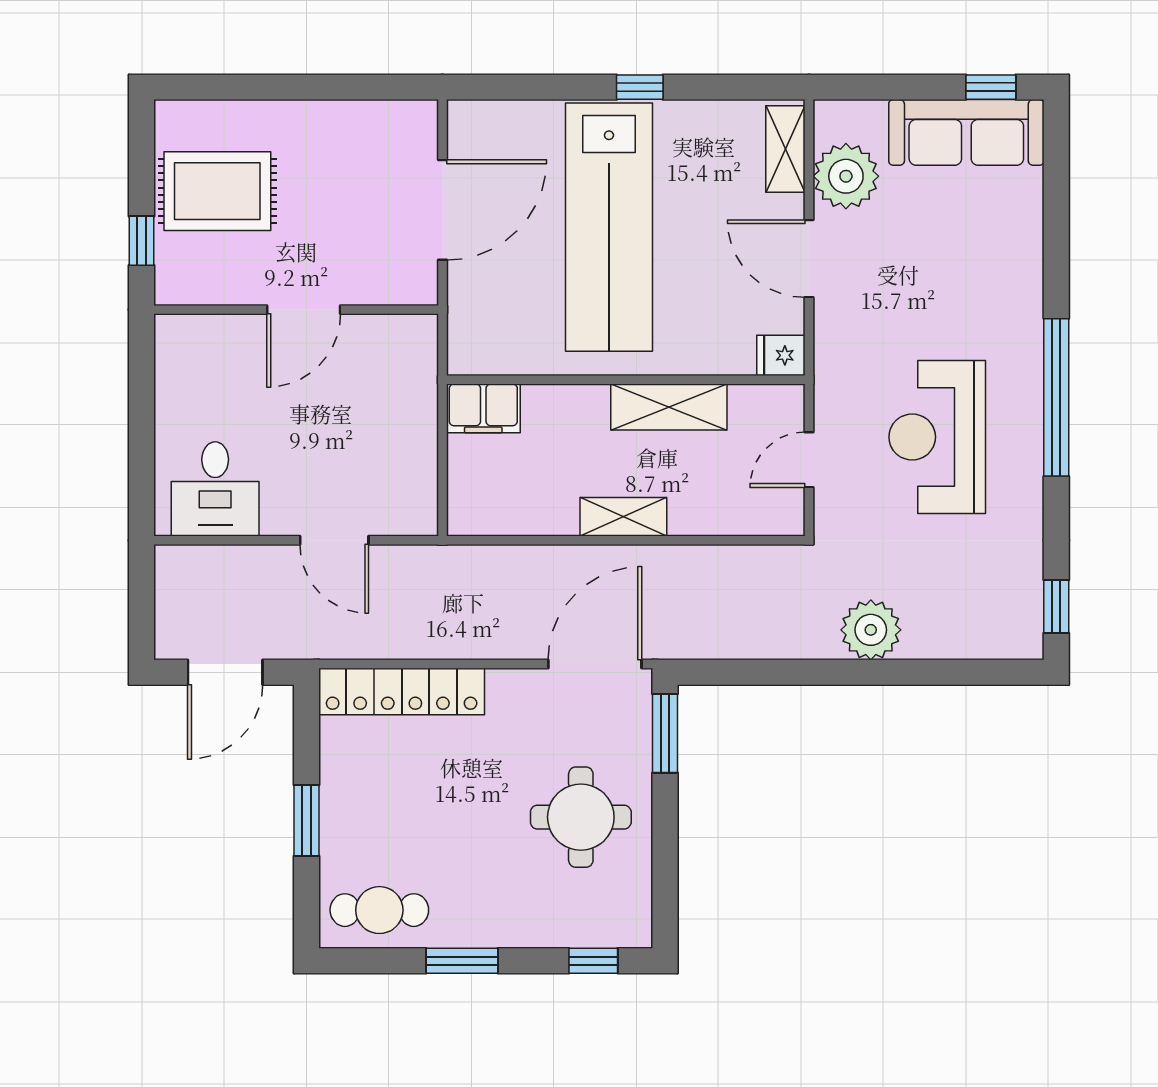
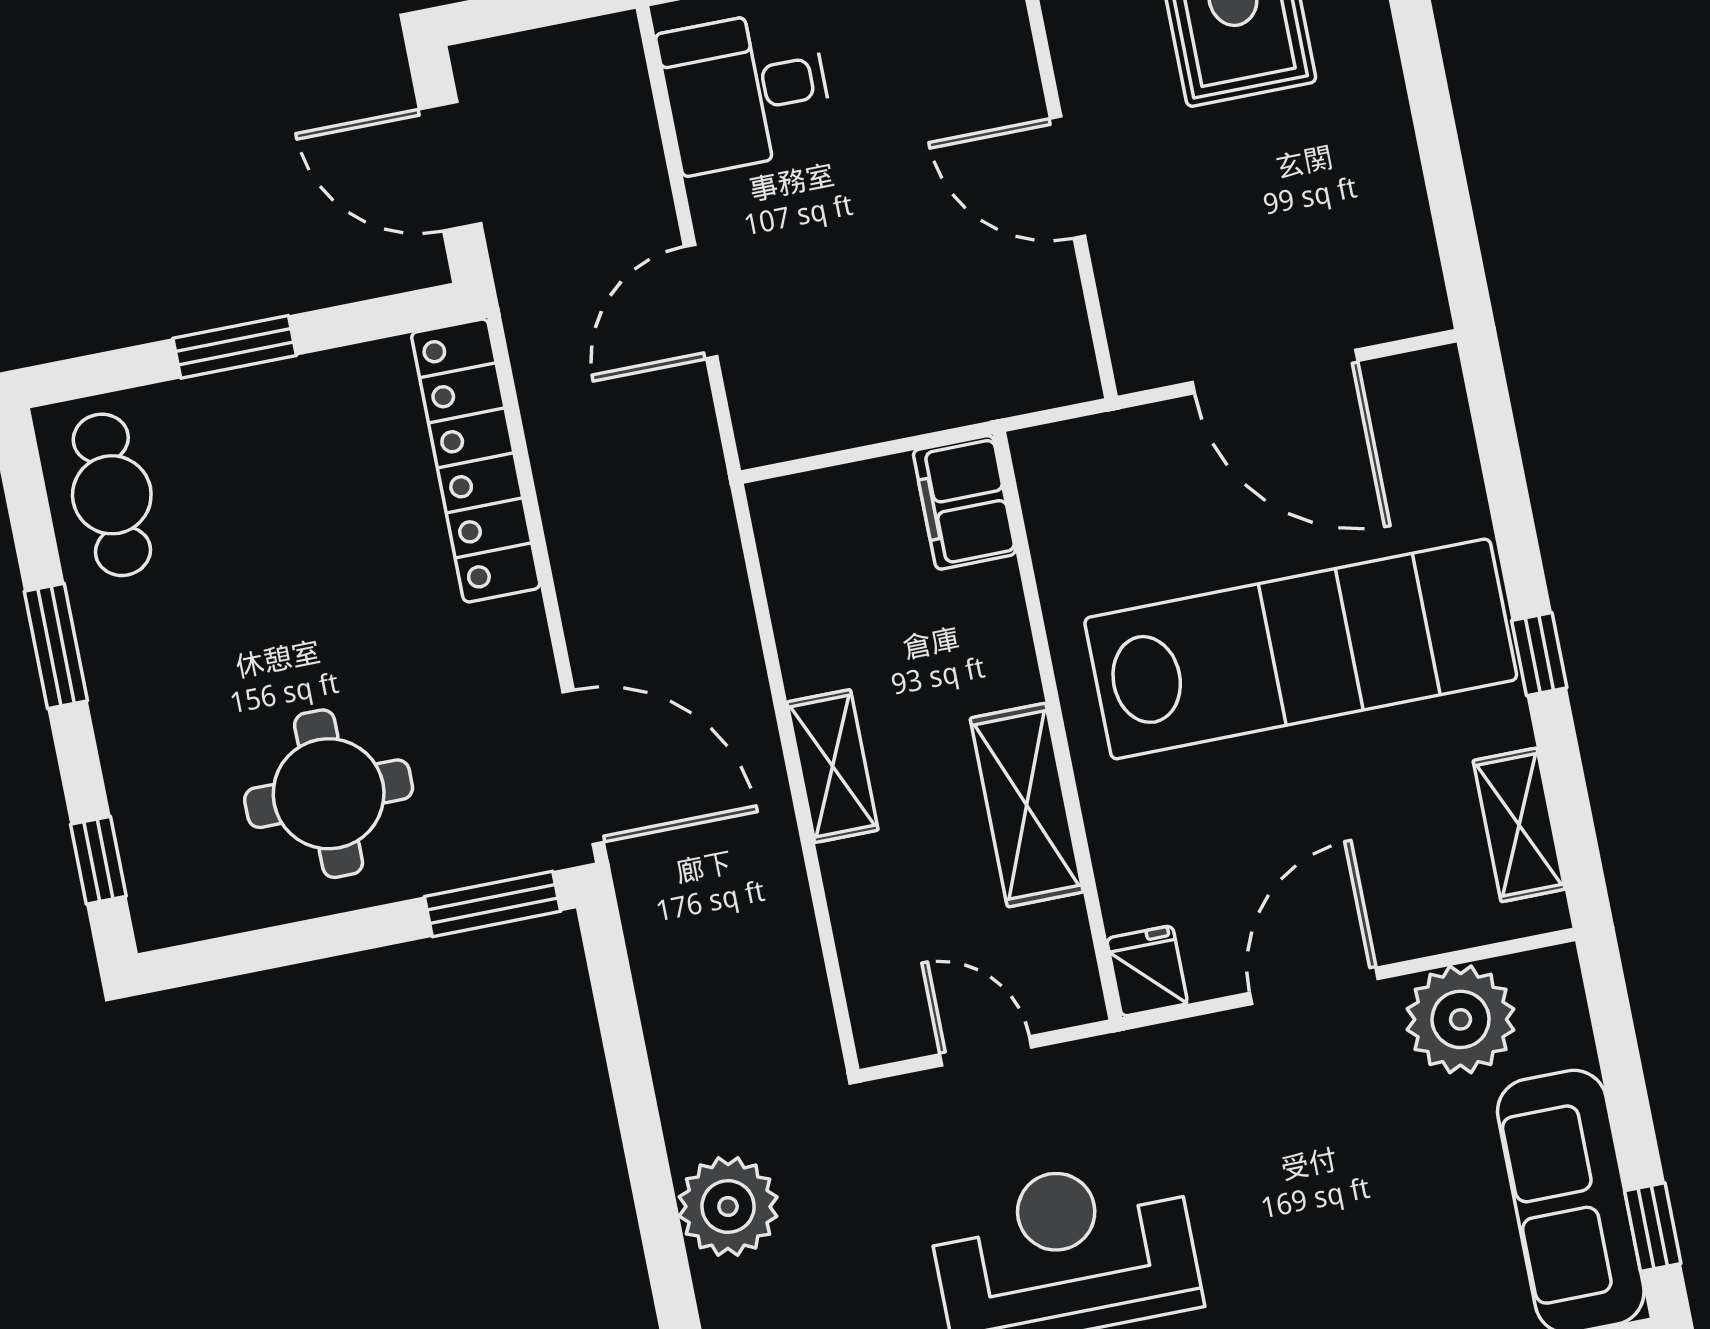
shelving: (785, 149) -> (1519, 825), moved, turned 90
lab bench: (609, 227) -> (1301, 649), turned 180

